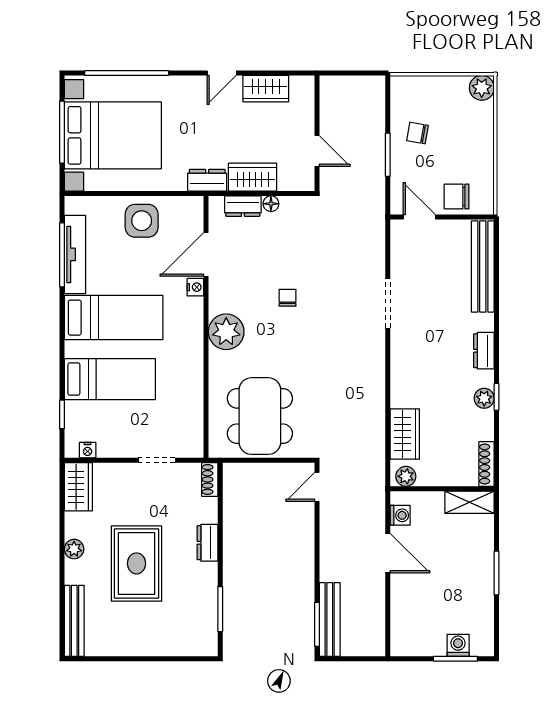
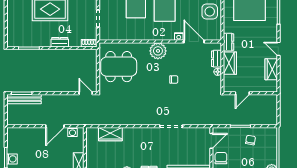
plant: (406, 476) -> (91, 135), removed

